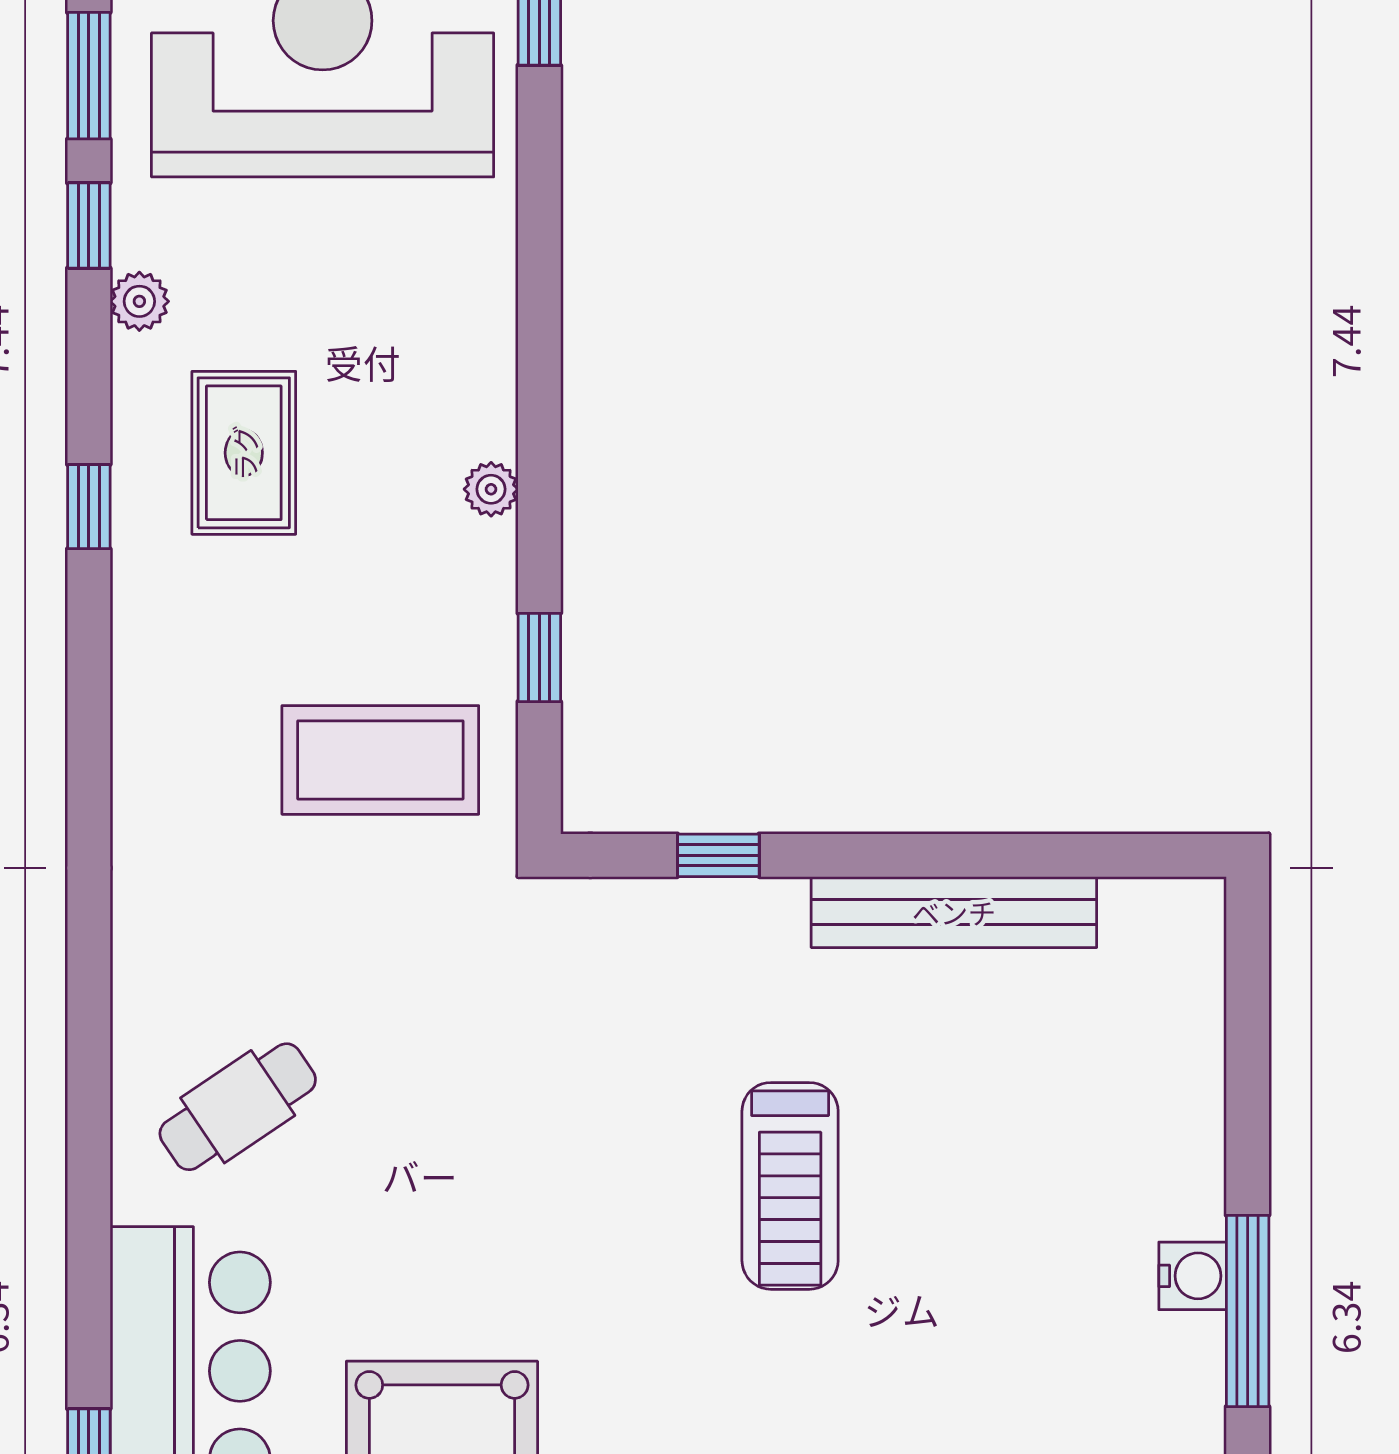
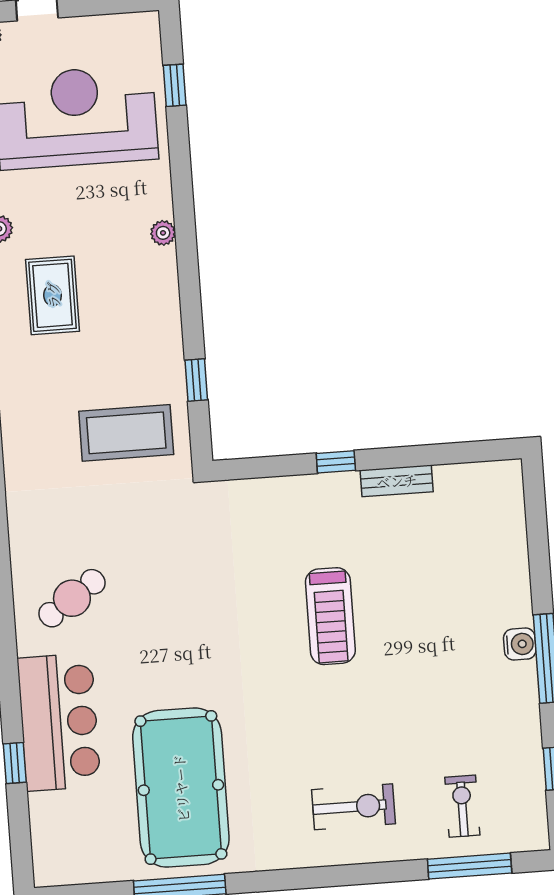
plant: (491, 489) -> (163, 233), moved
window: (718, 855) -> (336, 462), moved
bench: (954, 912) -> (397, 481), width x0.54, depth x0.82

